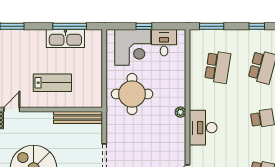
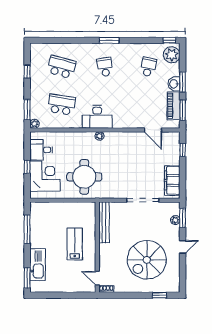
plant: (195, 35) -> (34, 124), added
kitchen sink: (65, 39) -> (38, 265), moved
desk: (203, 128) -> (97, 117), moved

